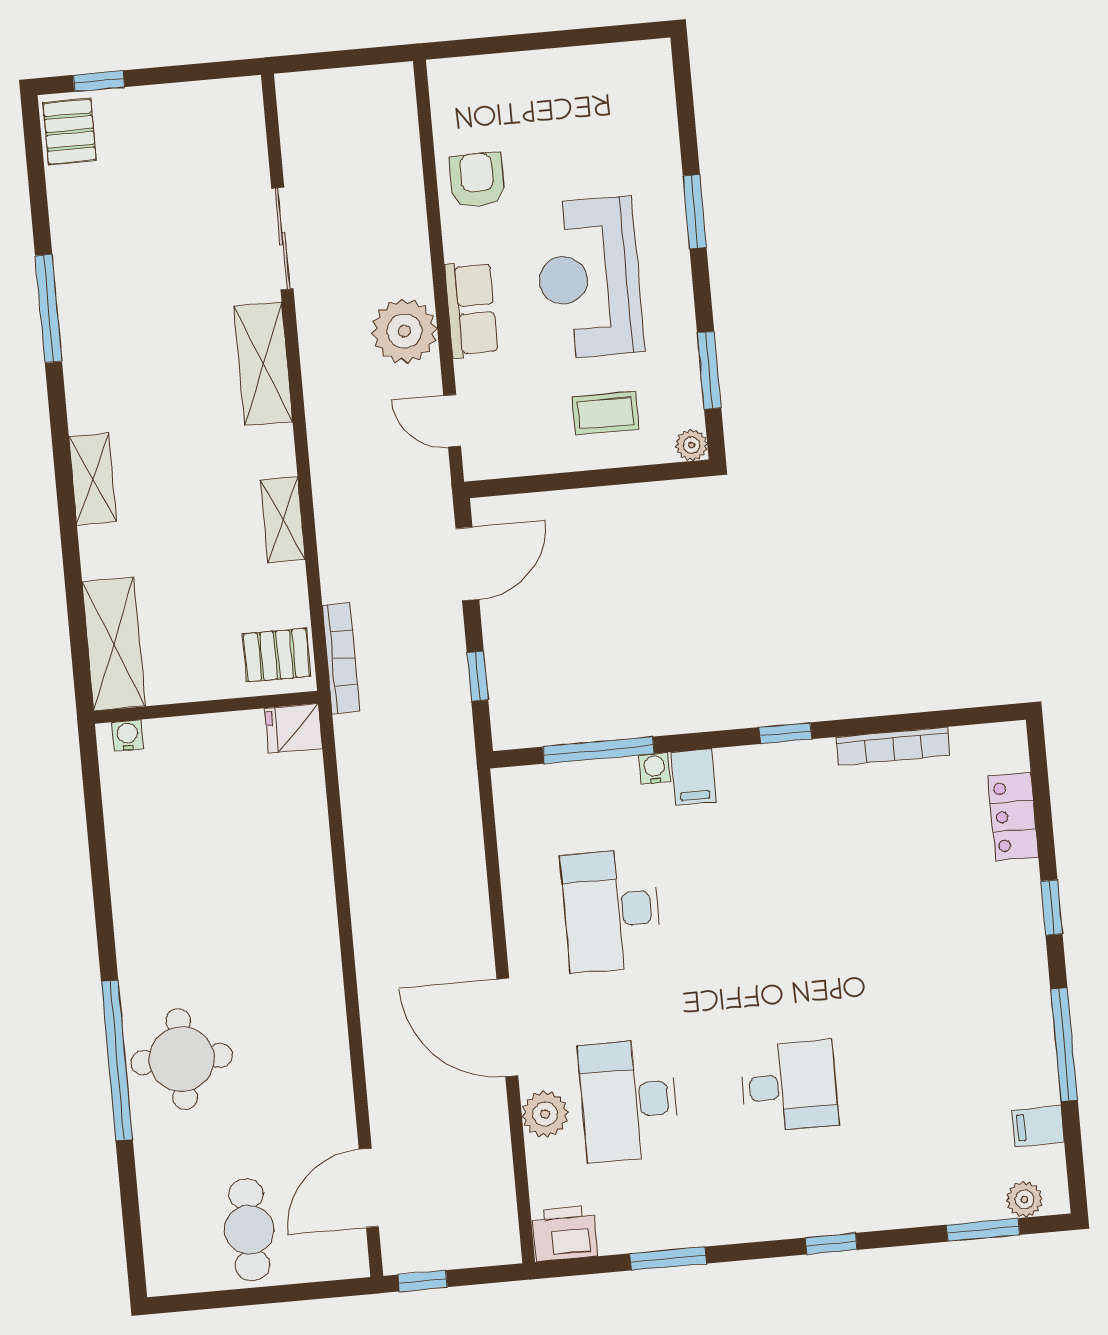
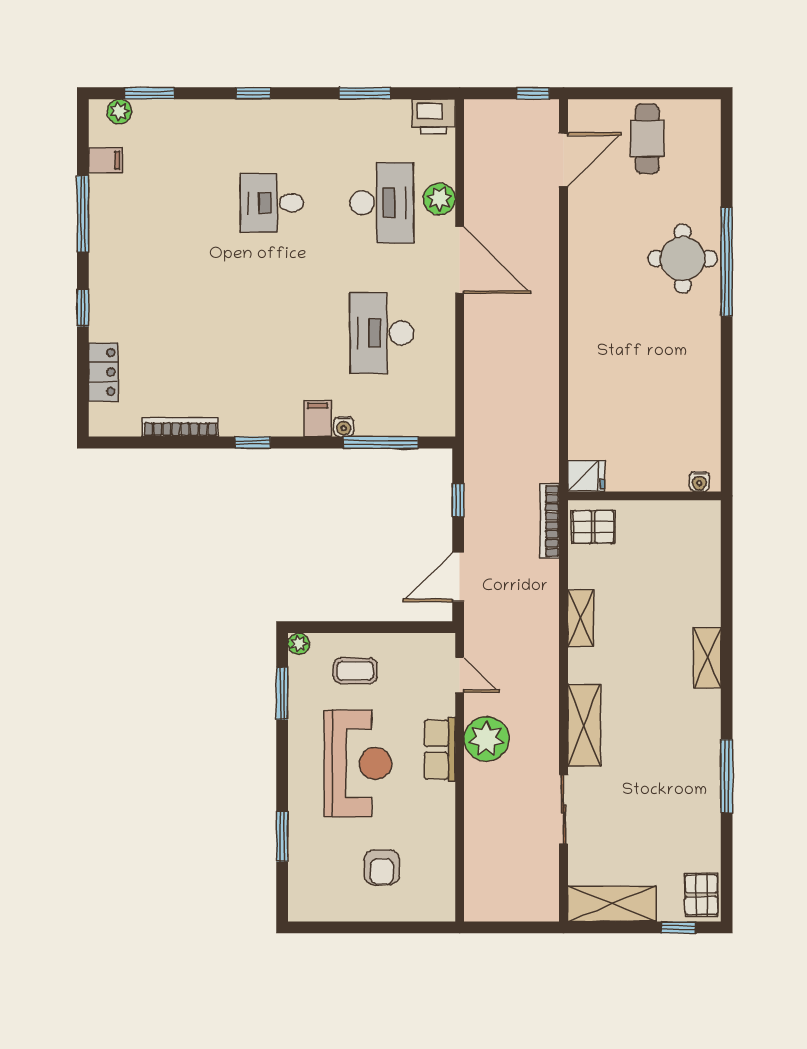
armchair: (477, 180) -> (382, 867), moved
window: (695, 212) -> (282, 836), moved
shelving: (114, 644) -> (612, 904), moved, turned 90
desk: (611, 910) -> (382, 333), turned 180

